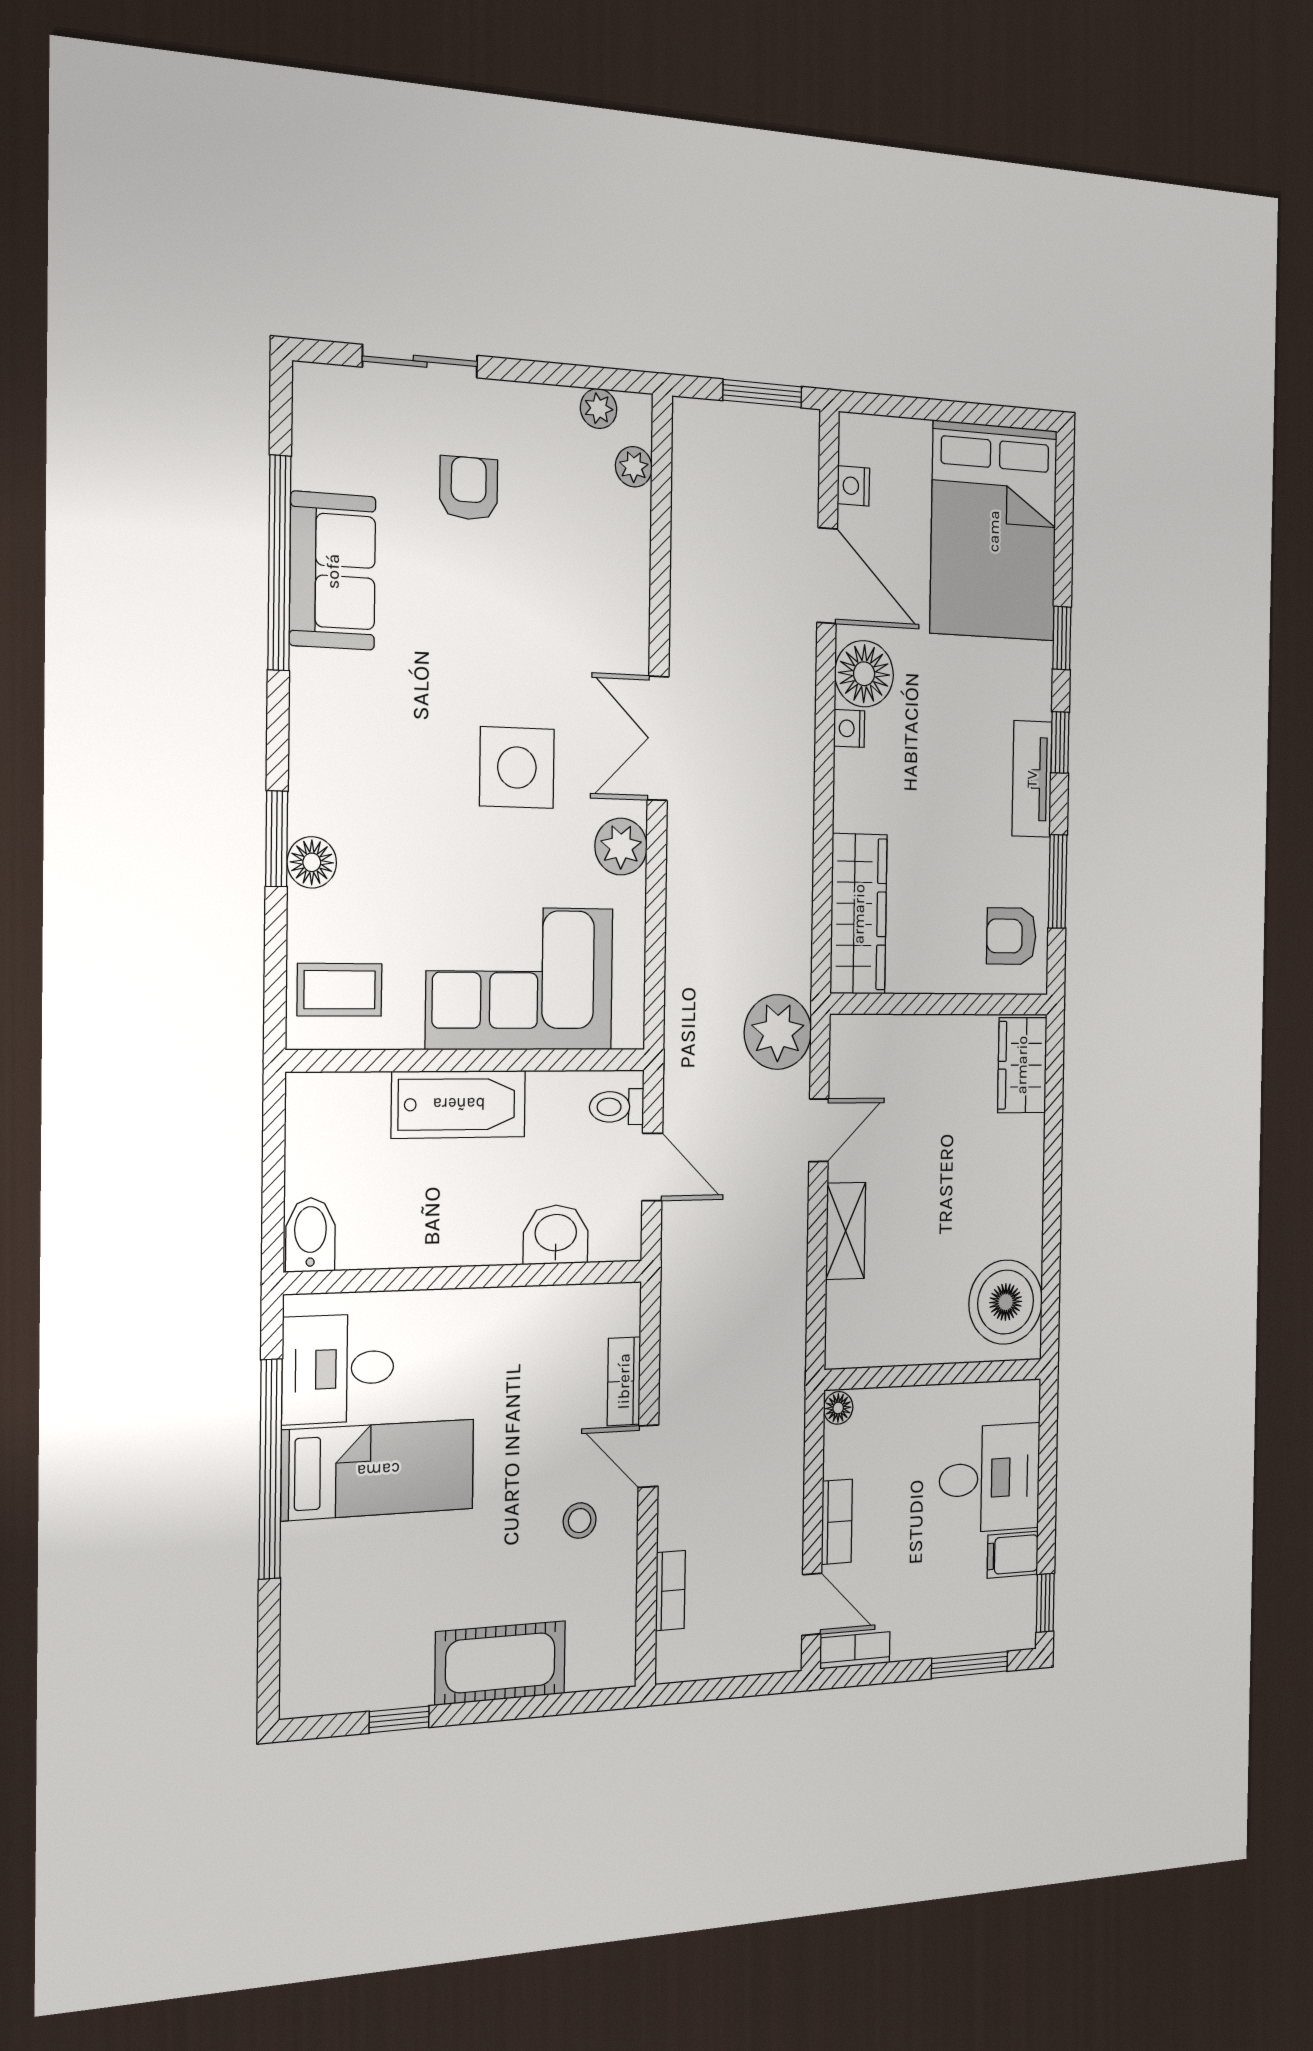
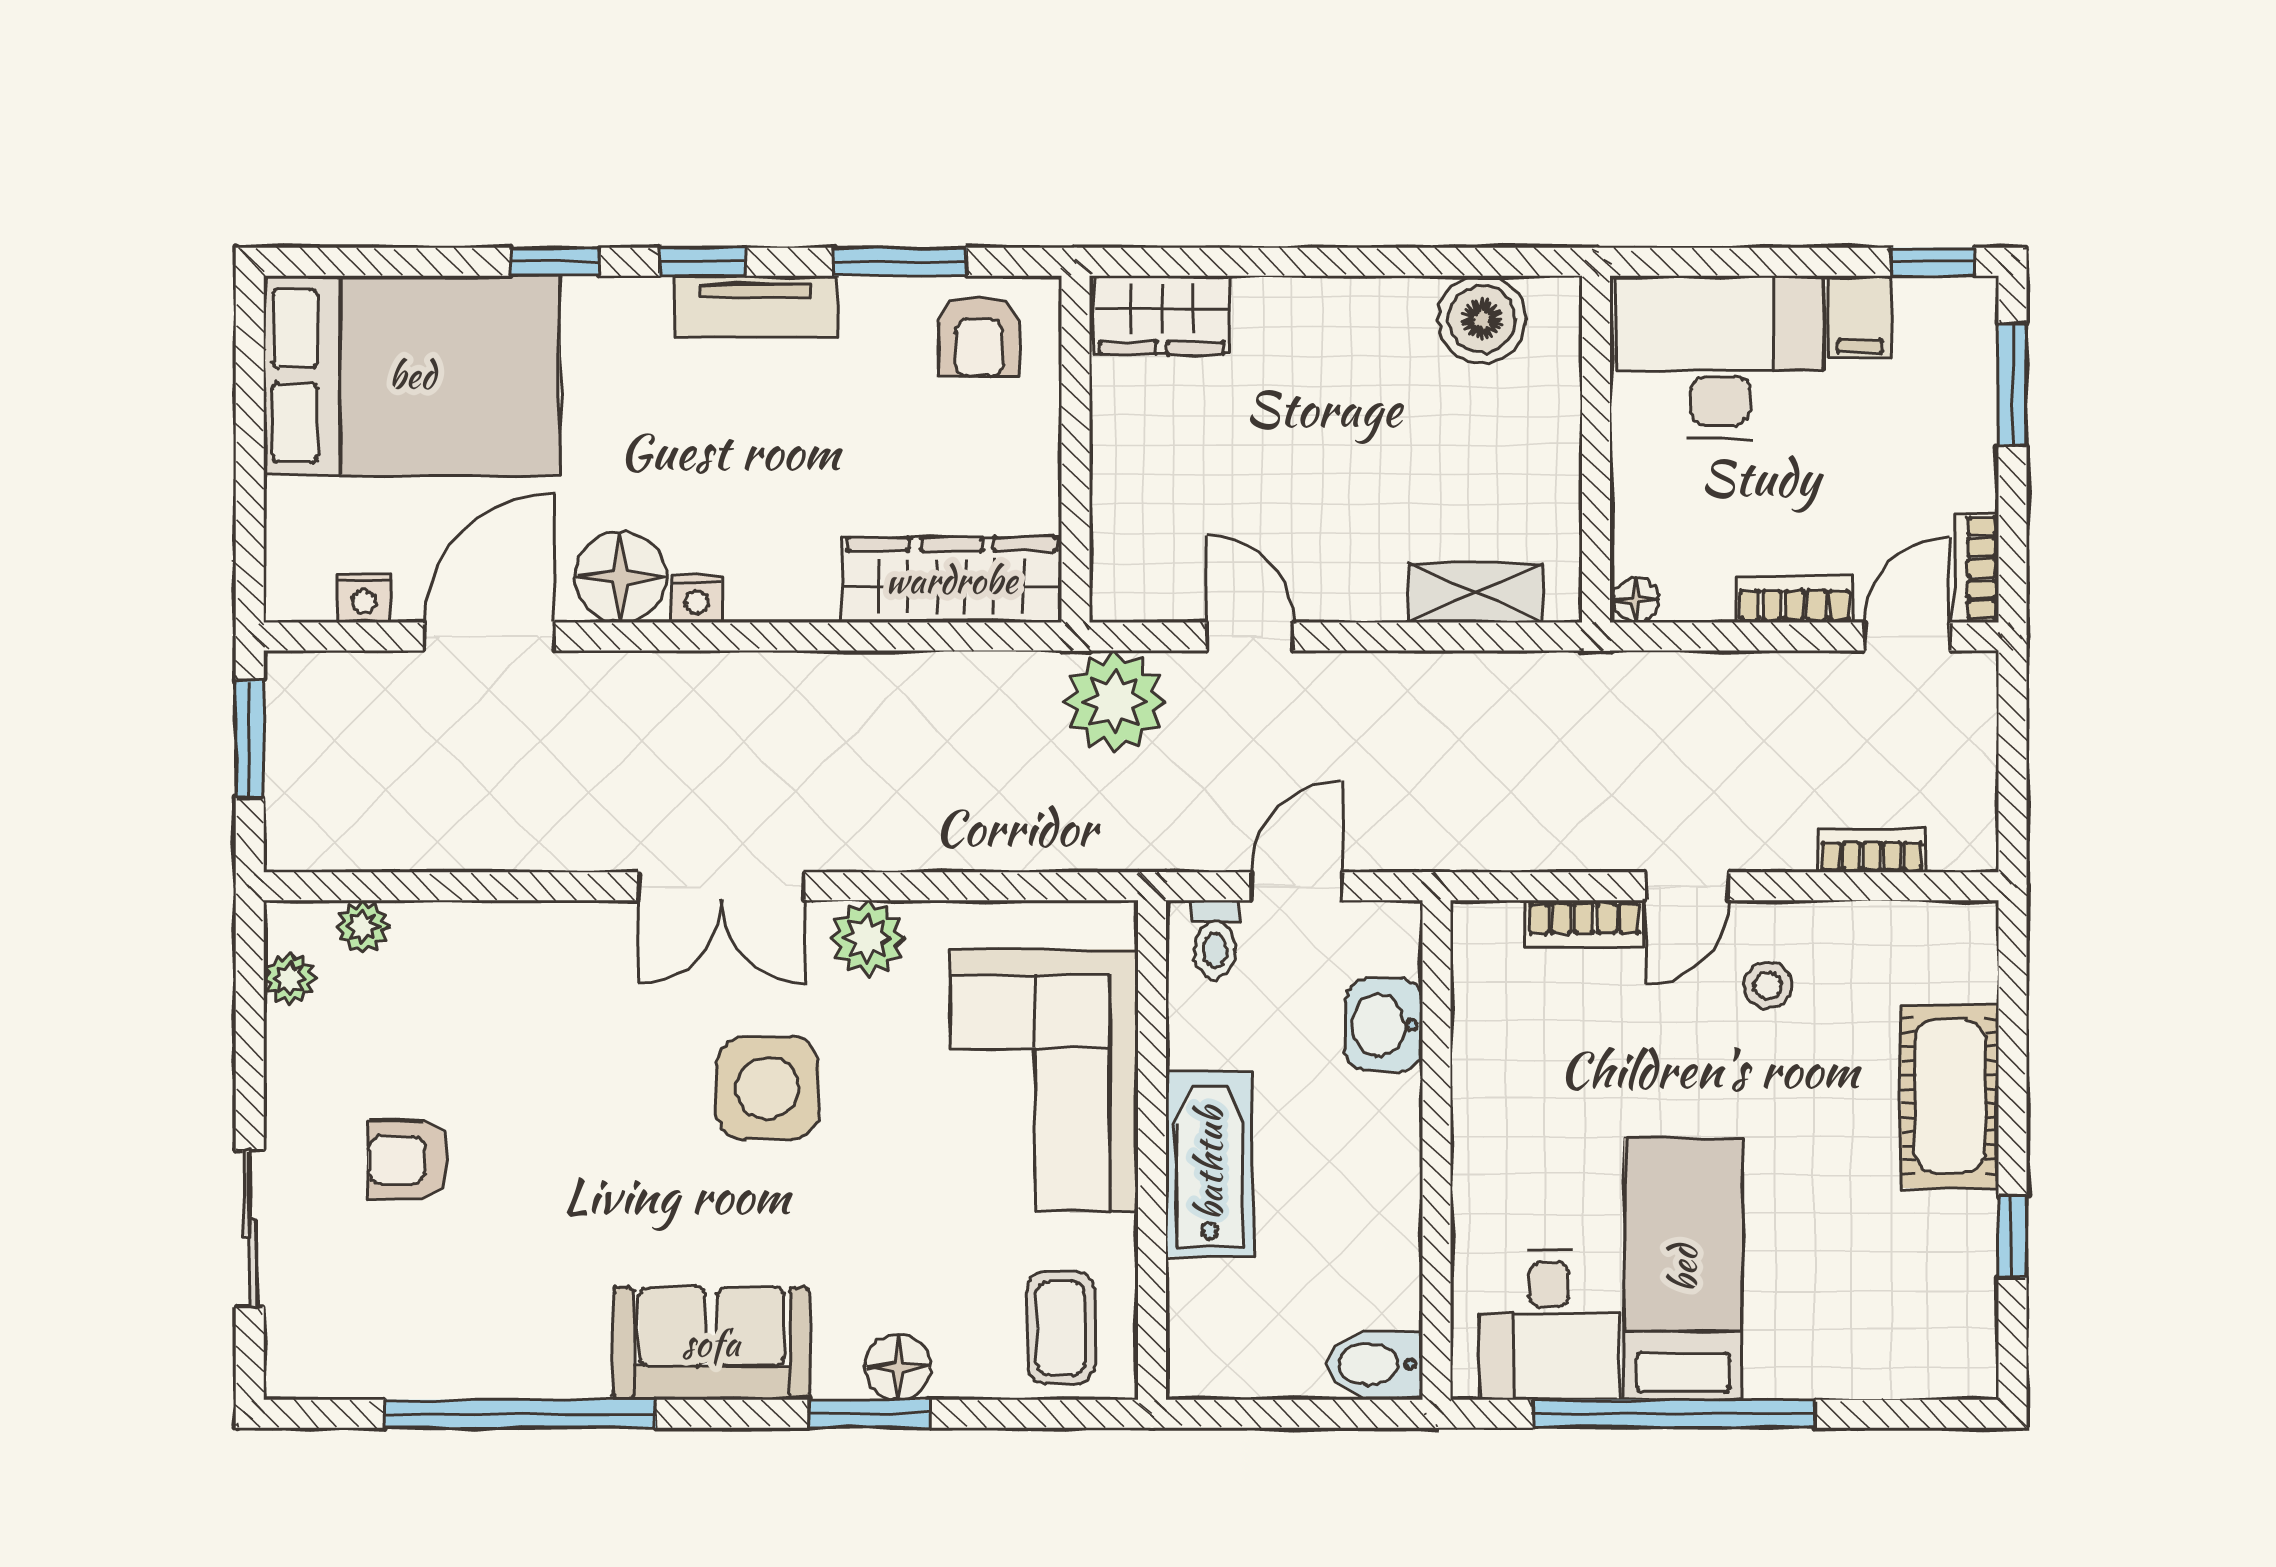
sofa: (333, 571) -> (711, 1343), moved
shelving: (846, 1231) -> (1476, 593), moved
boiler: (1006, 1302) -> (1482, 319), width x0.73, depth x0.73
desk: (990, 1478) -> (1720, 357), width x1.37

